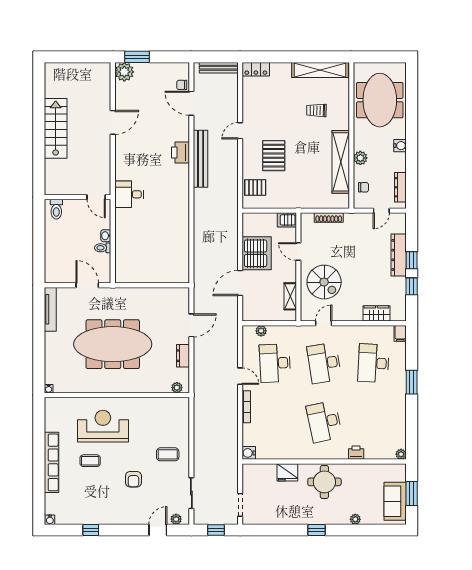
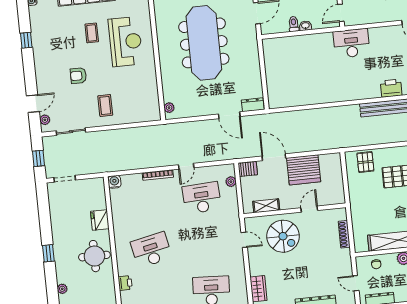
desk: (129, 194) -> (351, 43), width x1.37
server rack: (287, 220) -> (248, 169), moved, turned 90
spiral stairs: (324, 282) -> (283, 236), turned -90
dresser: (183, 356) -> (253, 105), moved
desk: (324, 363) -> (207, 244), removed
door: (158, 530) -> (33, 104), hinge flipped

